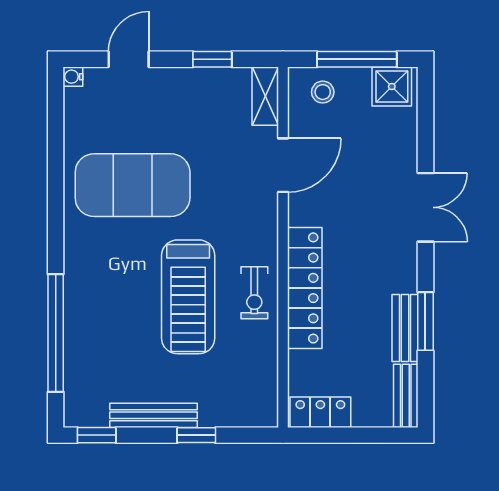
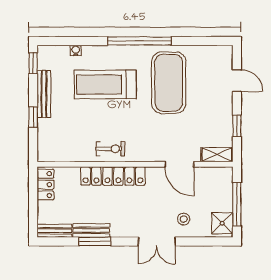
water cooler: (73, 77) -> (76, 50), moved
stool: (323, 92) -> (184, 219), moved
exercise bike: (254, 293) -> (110, 149), turned 180
treadmill: (188, 297) -> (105, 85), moved
window: (56, 333) -> (139, 41), moved

